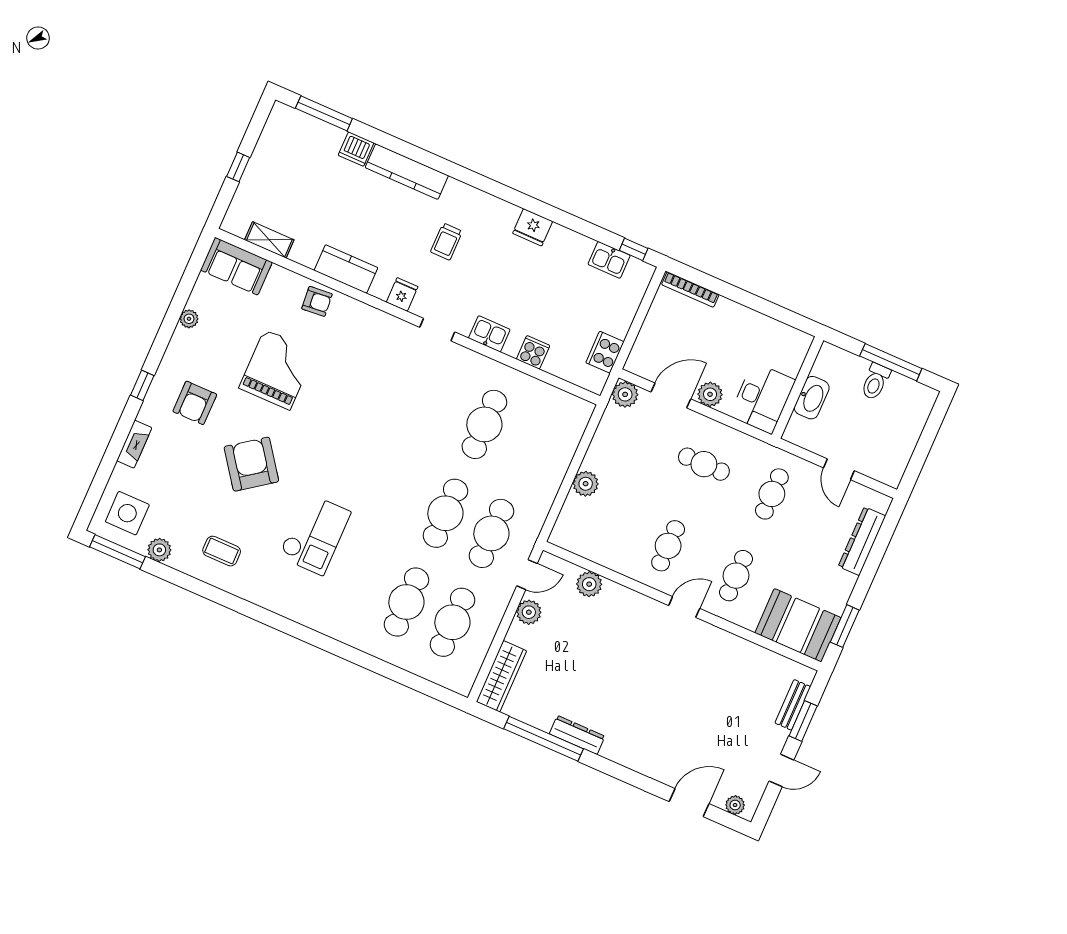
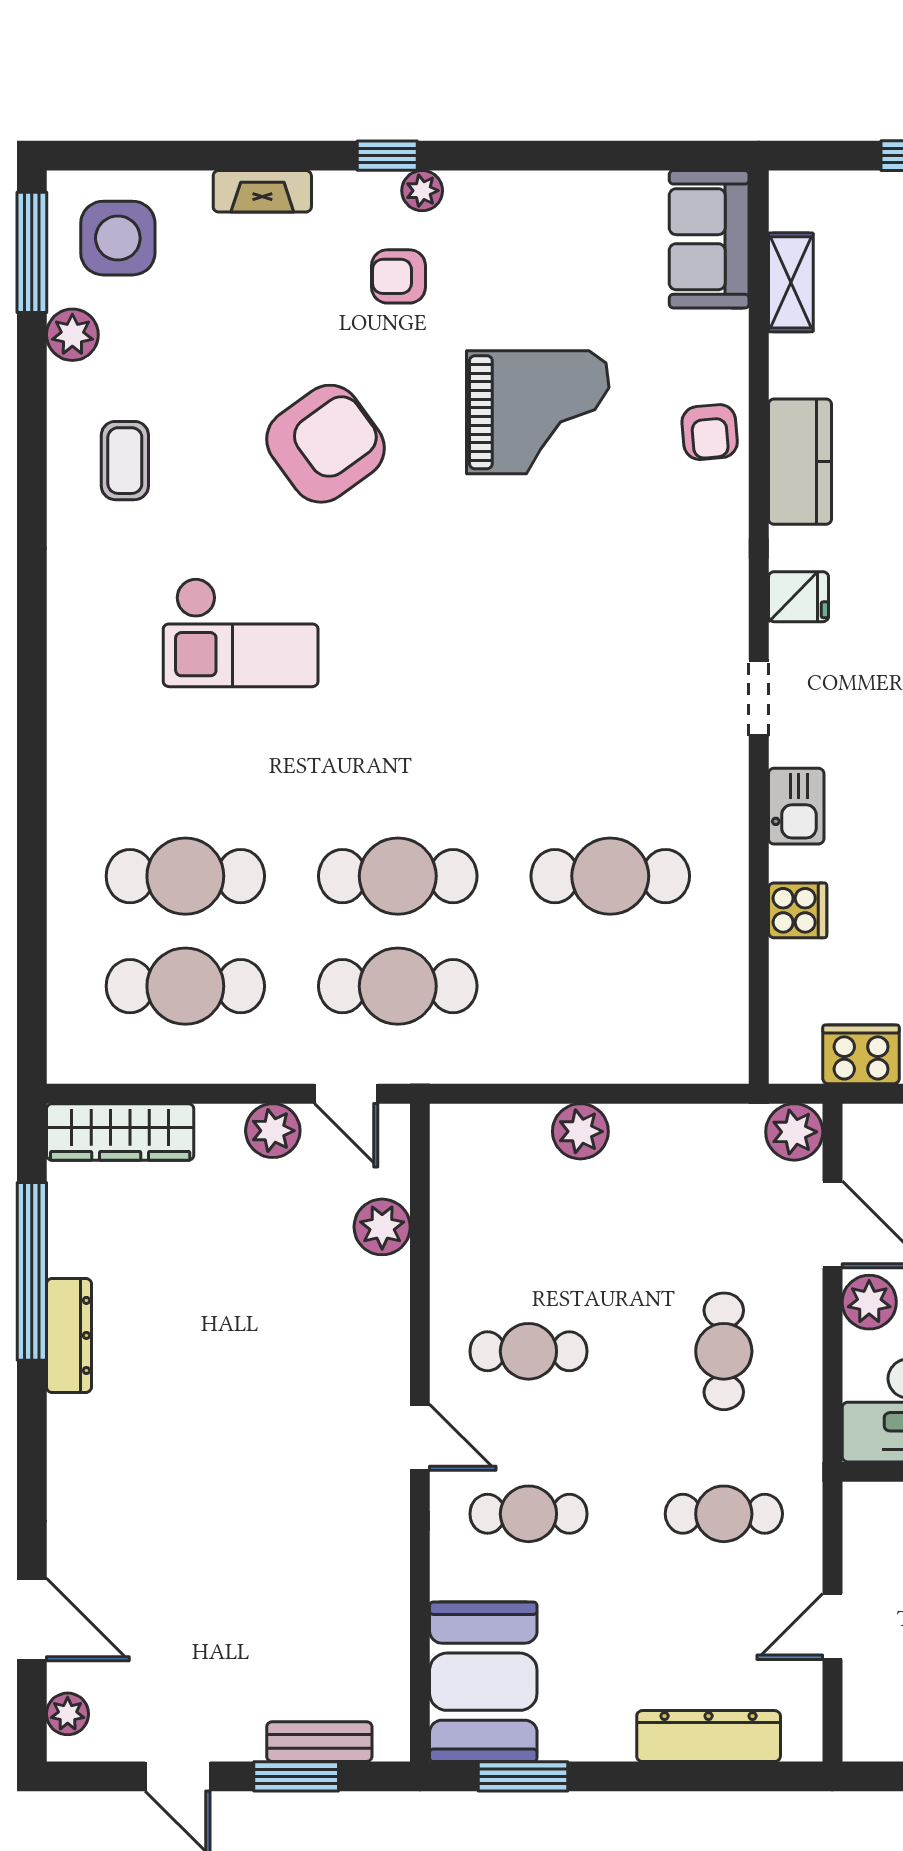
plant: (189, 319) -> (422, 191), moved
armchair: (195, 403) -> (398, 276), width x0.72, depth x0.72

